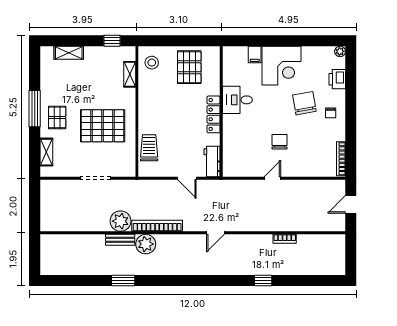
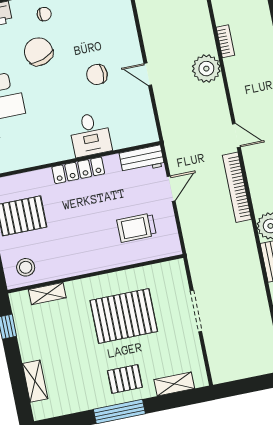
desk: (237, 100) -> (90, 135), moved
chair: (304, 103) -> (38, 52), turned 81
pallet: (103, 126) -> (124, 316), turned 90
trolley: (149, 148) -> (137, 228), moved
plant: (121, 221) -> (206, 69), moved
bookcase: (157, 226) -> (237, 187), moved

